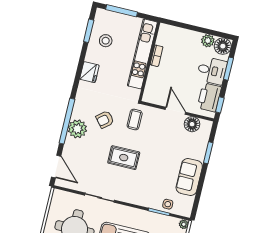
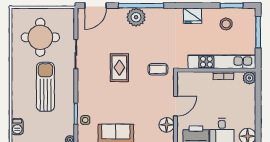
plant: (208, 41) -> (249, 78), moved
armchair: (105, 119) -> (151, 41), removed

